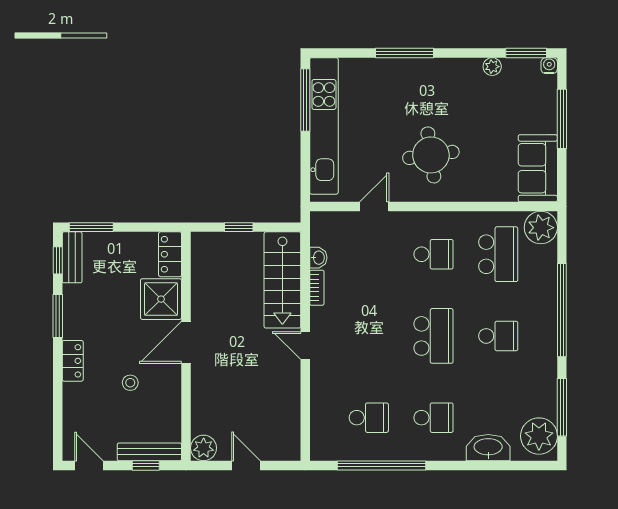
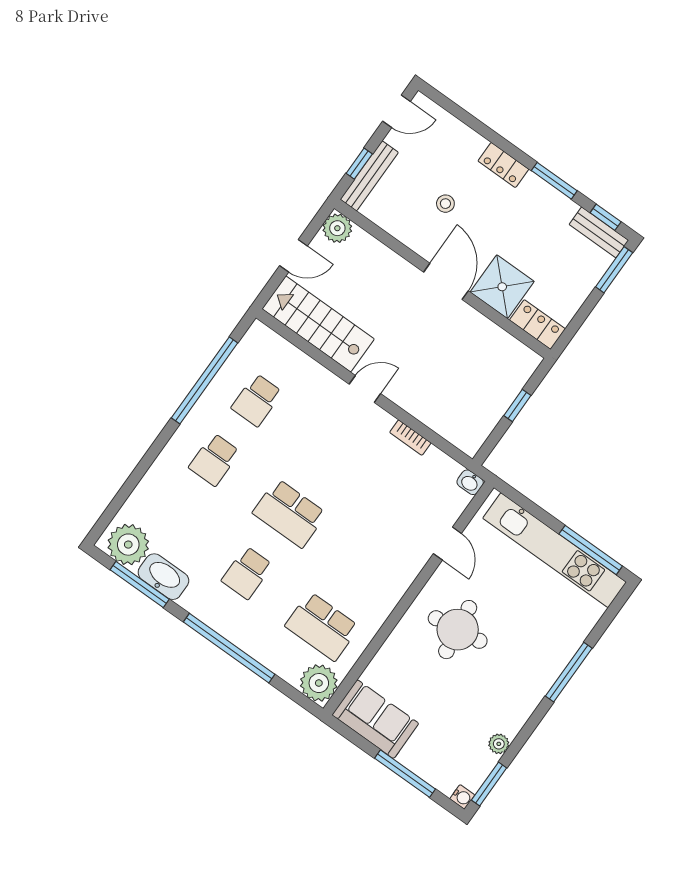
school desk: (434, 254) -> (365, 567), removed
washbasin: (318, 258) -> (470, 482), moved
stairs: (282, 280) -> (318, 324), moved
washbasin: (488, 448) -> (163, 577), moved, turned -90

